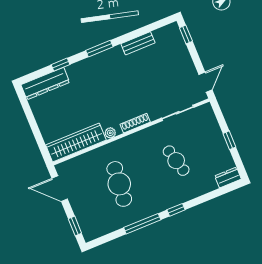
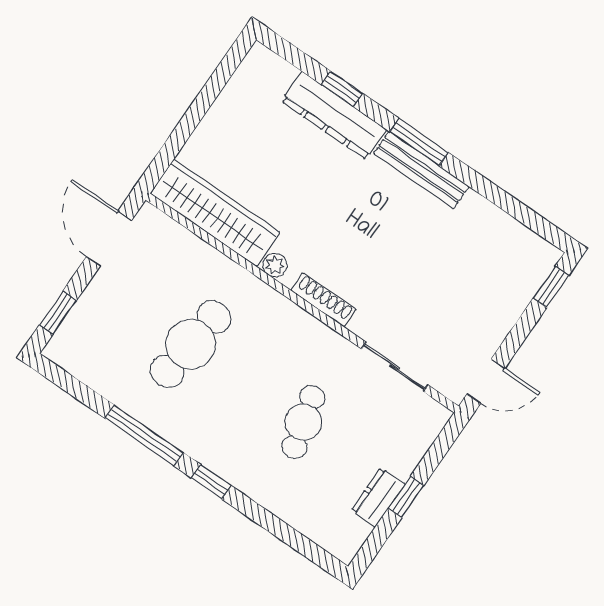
bench: (138, 43) -> (421, 170), moved, width x1.36
dresser: (45, 84) -> (334, 115), moved
dresser: (228, 177) -> (378, 497), moved, turned -90

